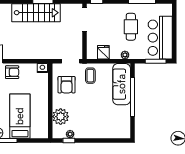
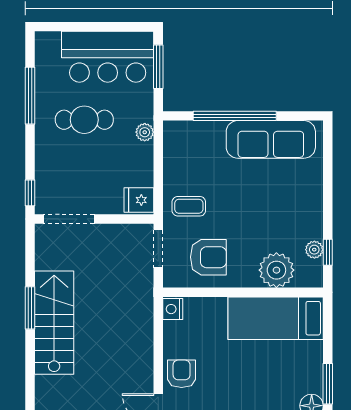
fridge: (103, 52) -> (139, 200), moved
sofa: (122, 84) -> (271, 139), moved
bed: (20, 116) -> (276, 318), moved

